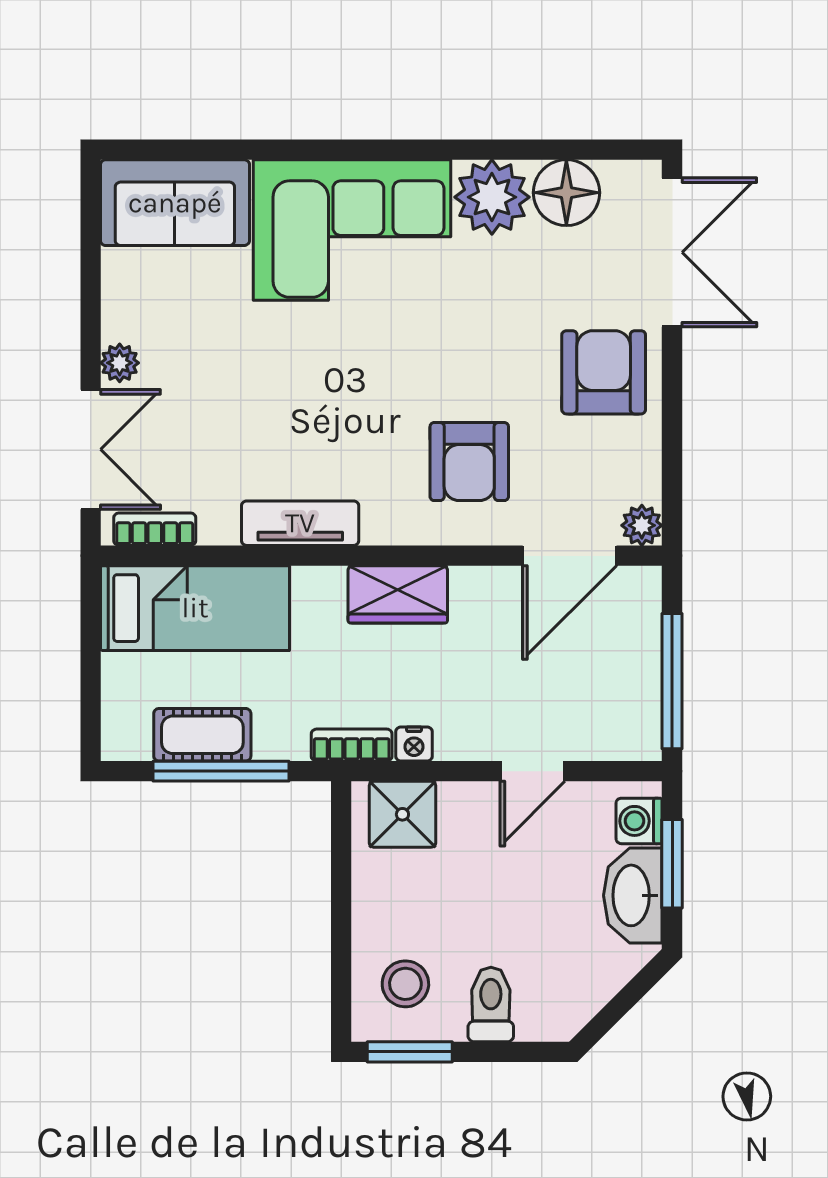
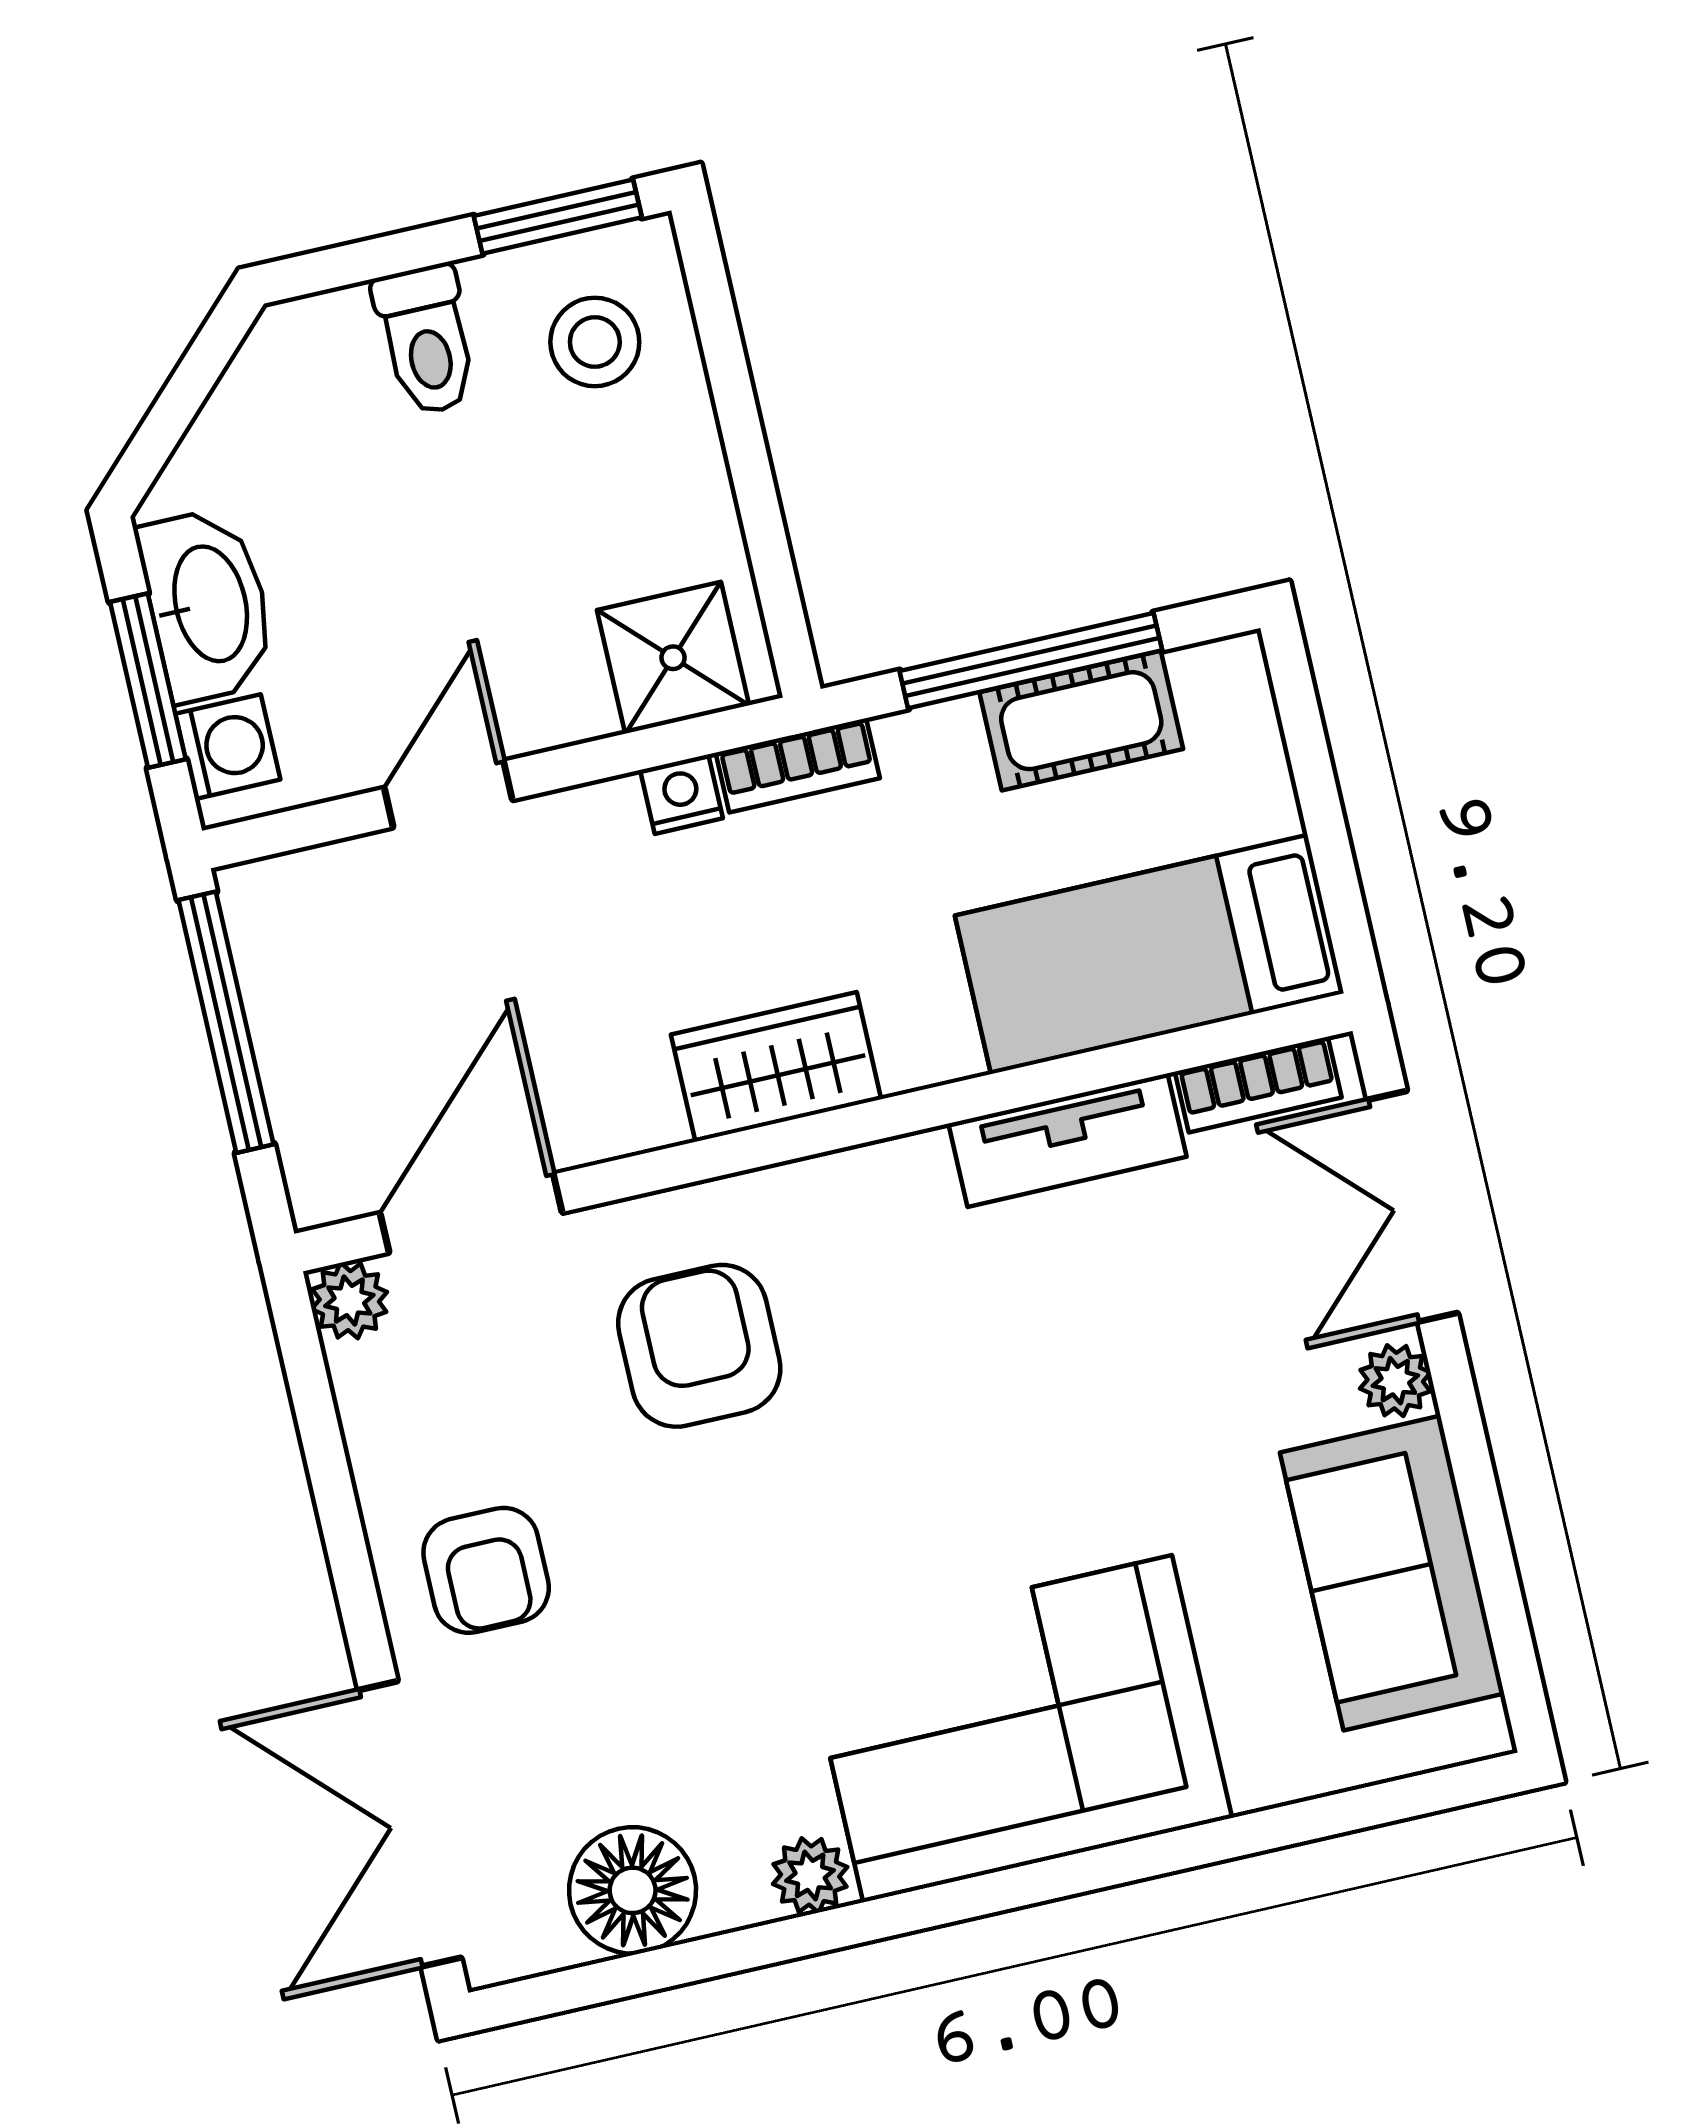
plant: (492, 197) -> (810, 1875), width x0.53, depth x0.53
sofa: (175, 203) -> (1392, 1573), moved, turned -90
armchair: (604, 372) -> (486, 1570), width x0.72, depth x0.72
tv unit: (300, 523) -> (1067, 1140), moved

